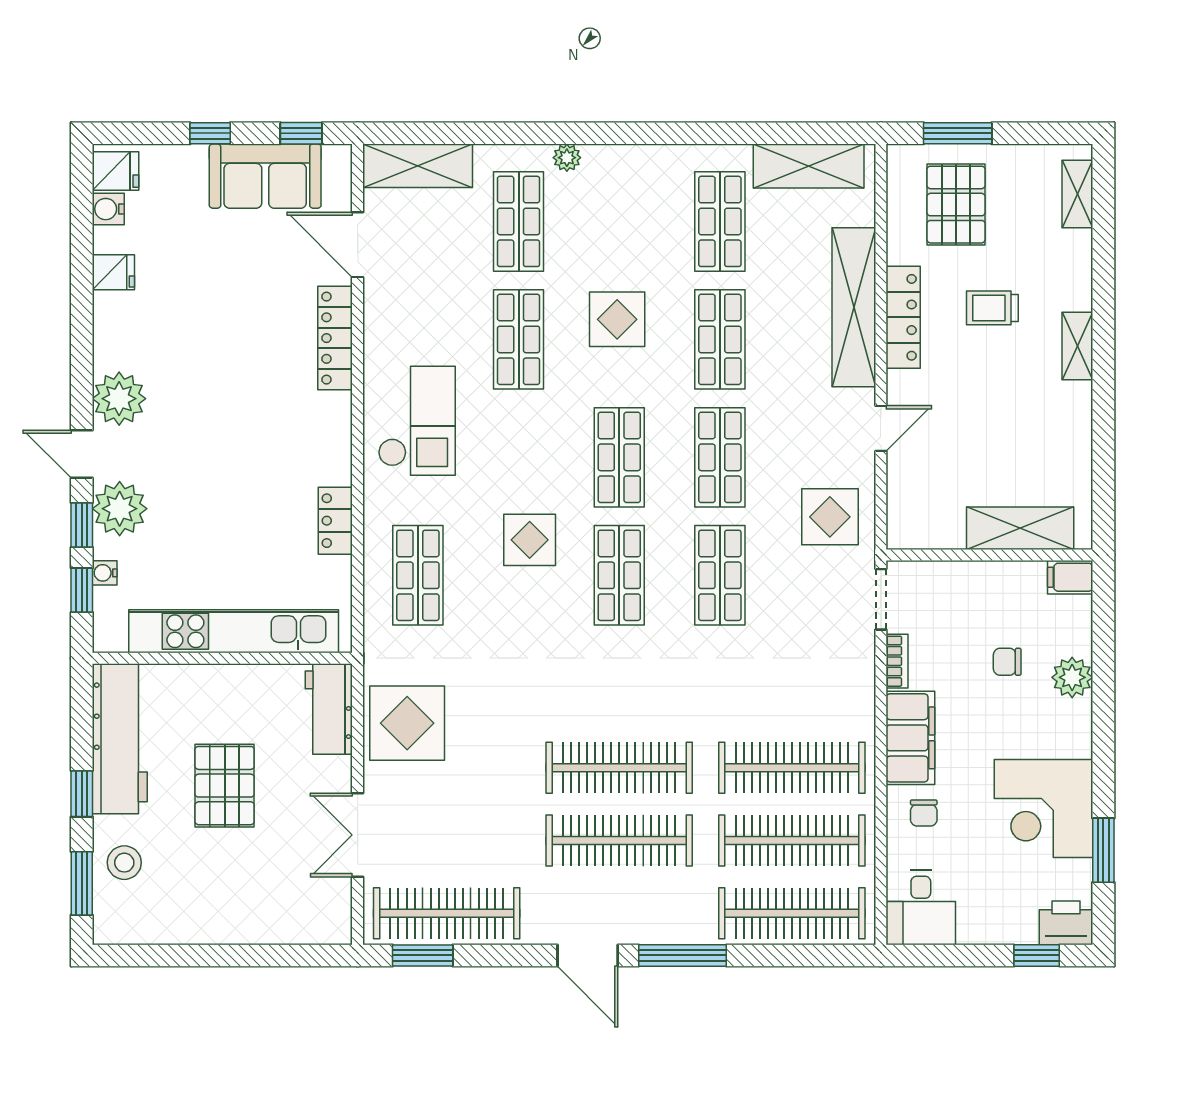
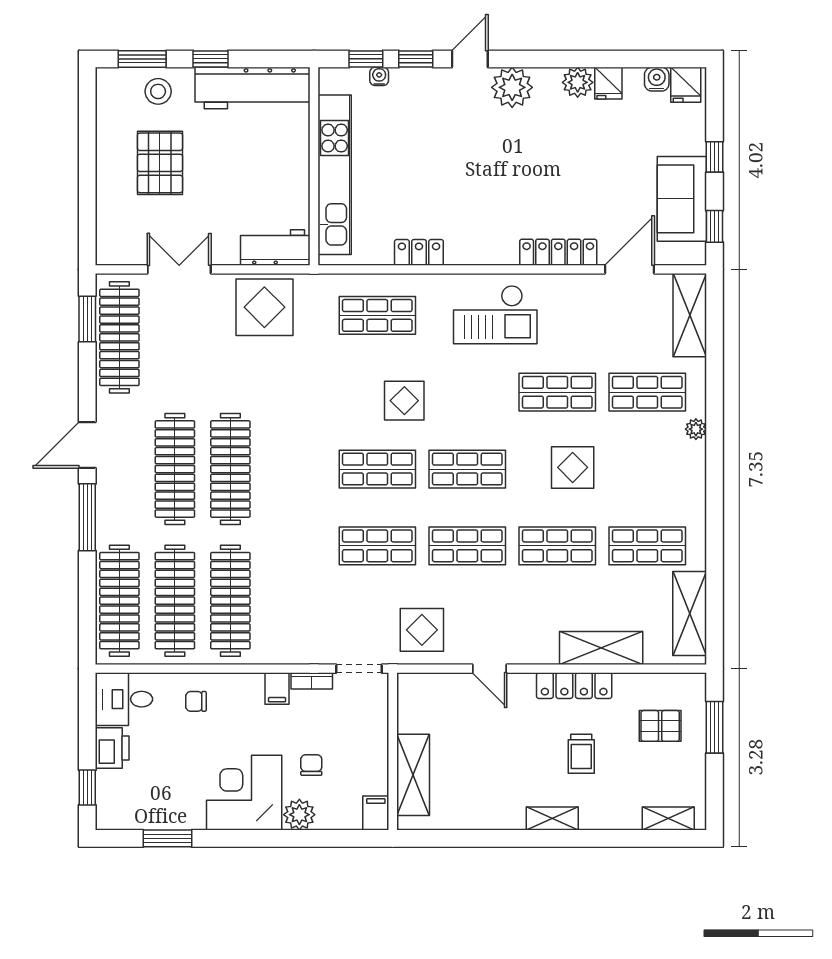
pallet: (956, 205) -> (660, 726), width x0.67, depth x0.71
shelving: (854, 307) -> (601, 648), width x0.68
trolley: (992, 308) -> (581, 754), turned 180
plant: (120, 509) -> (578, 82), moved, width x0.73, depth x0.73
filing cabinet: (910, 738) -> (277, 689), width x0.33, depth x0.86
pallet: (225, 786) -> (160, 163), moved, turned 90
corner desk: (1044, 809) -> (244, 793), moved
printer: (1066, 923) -> (112, 748), moved

